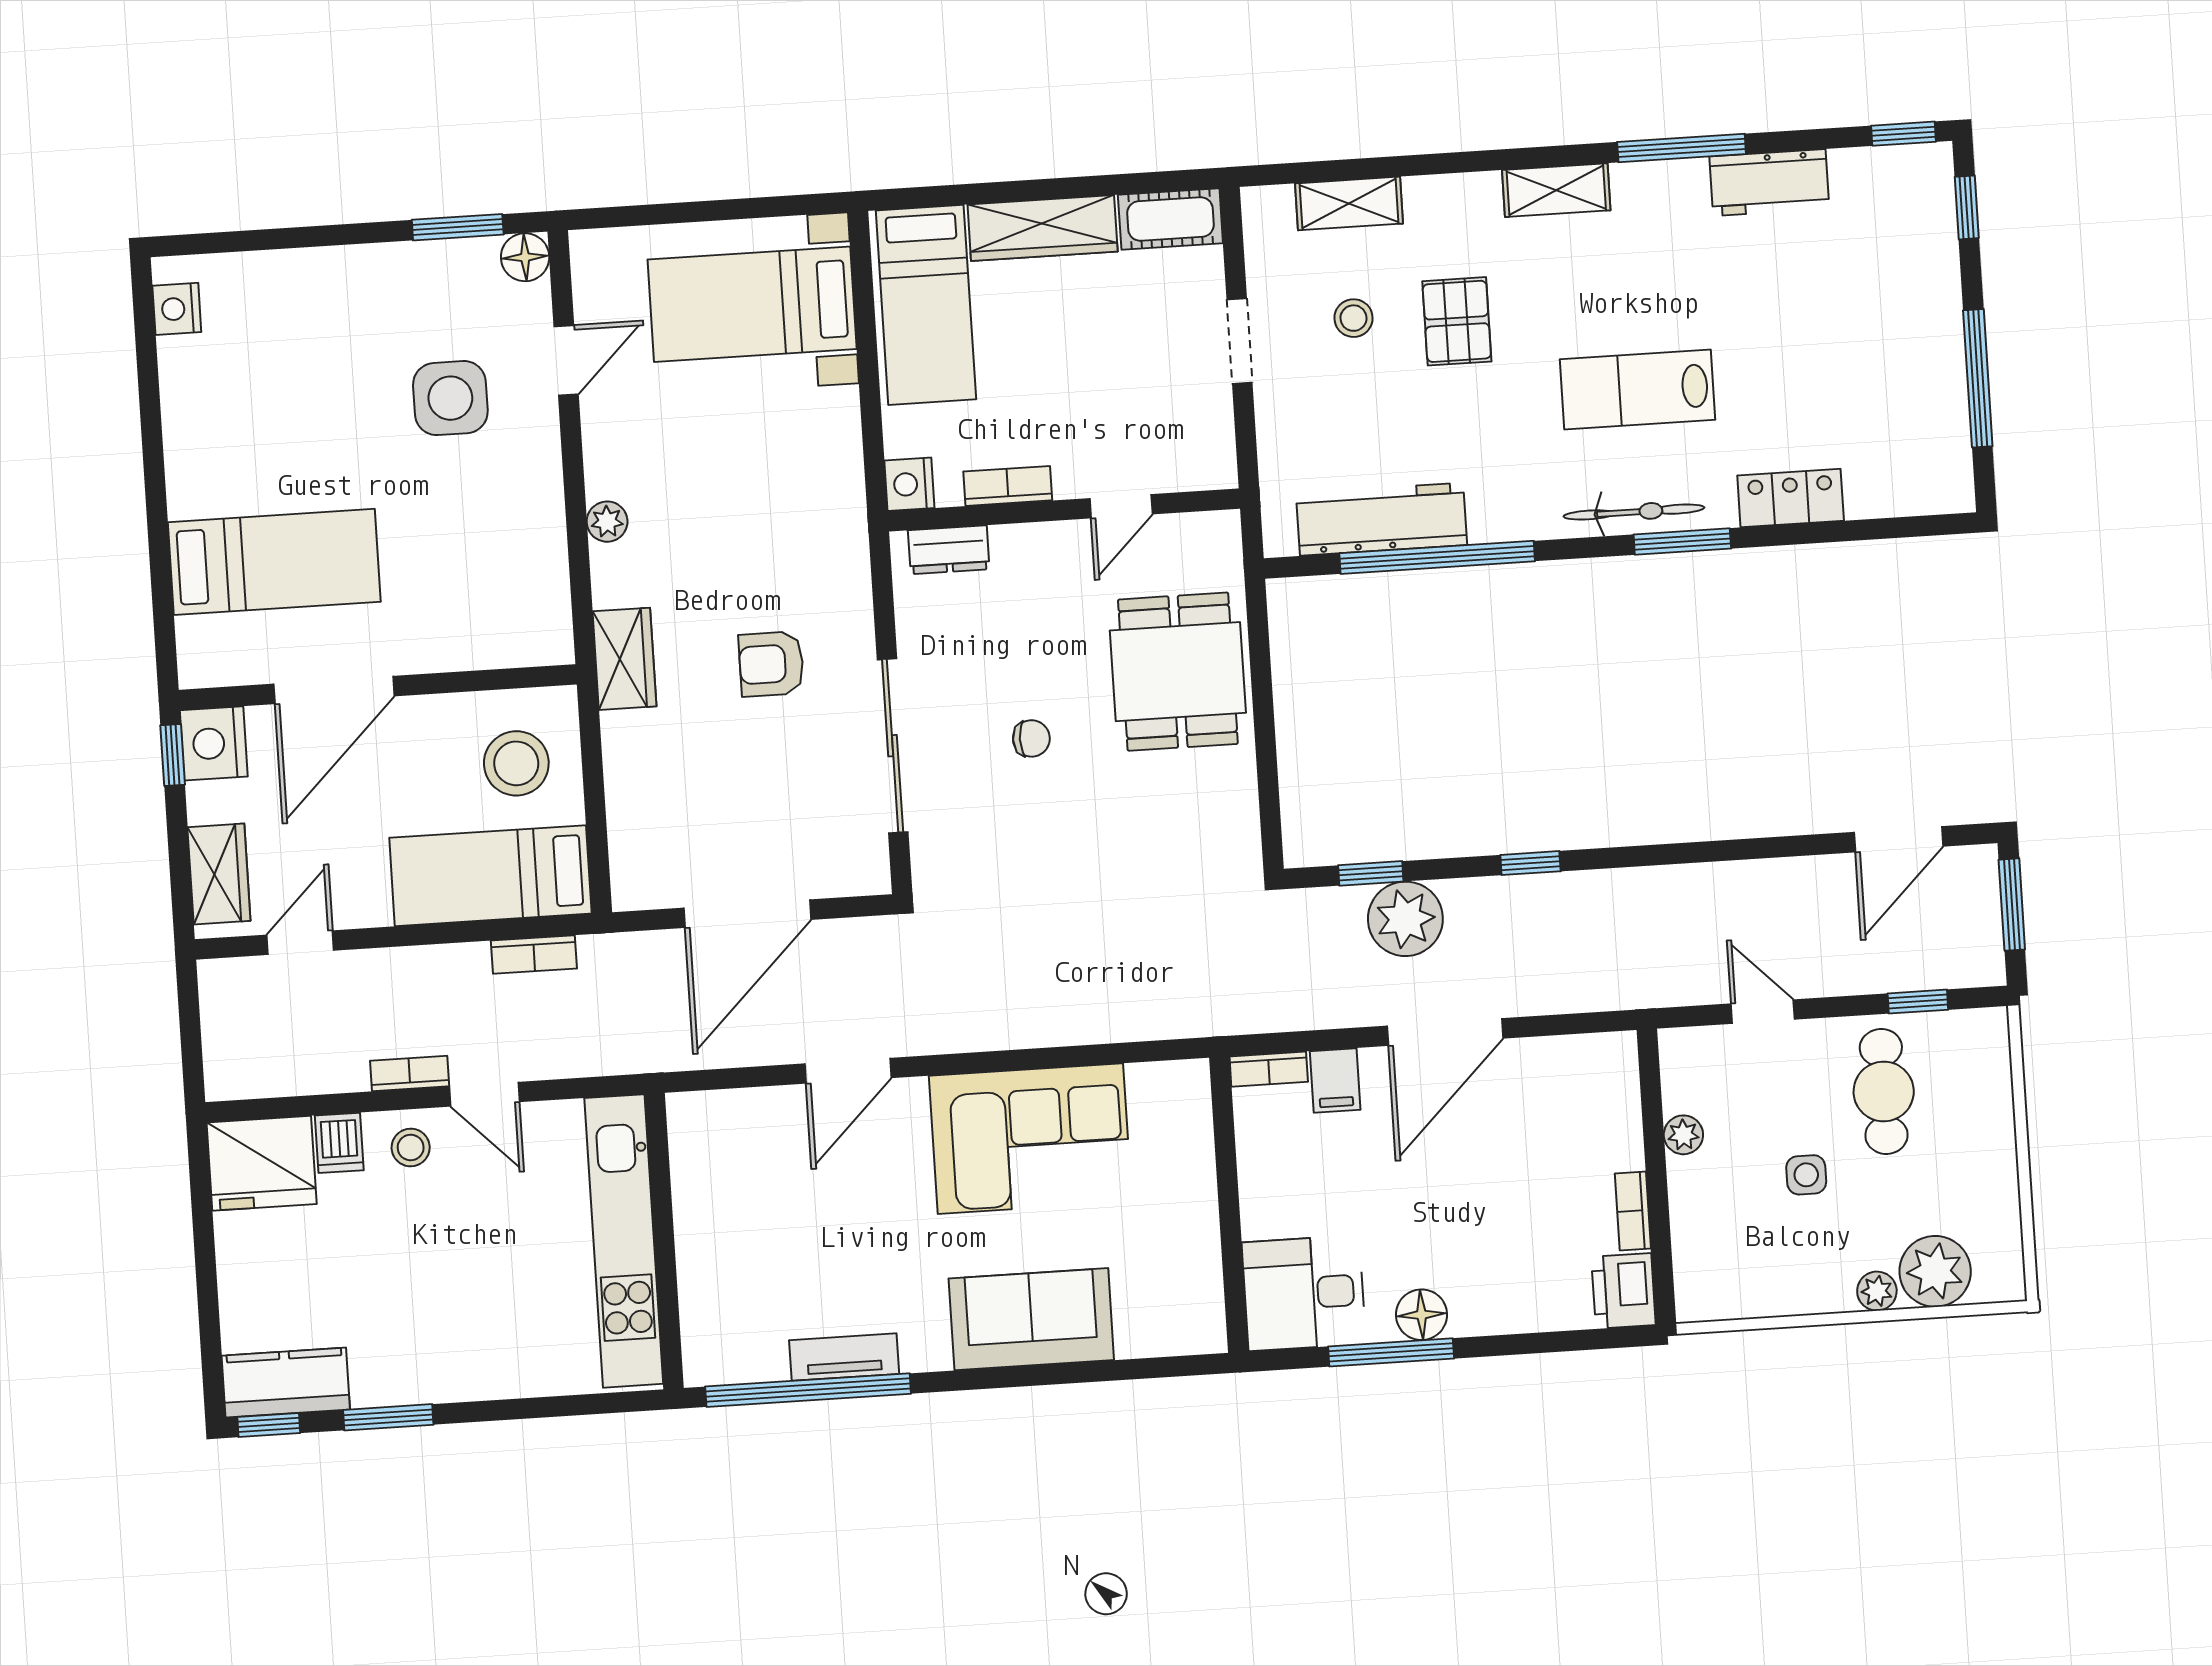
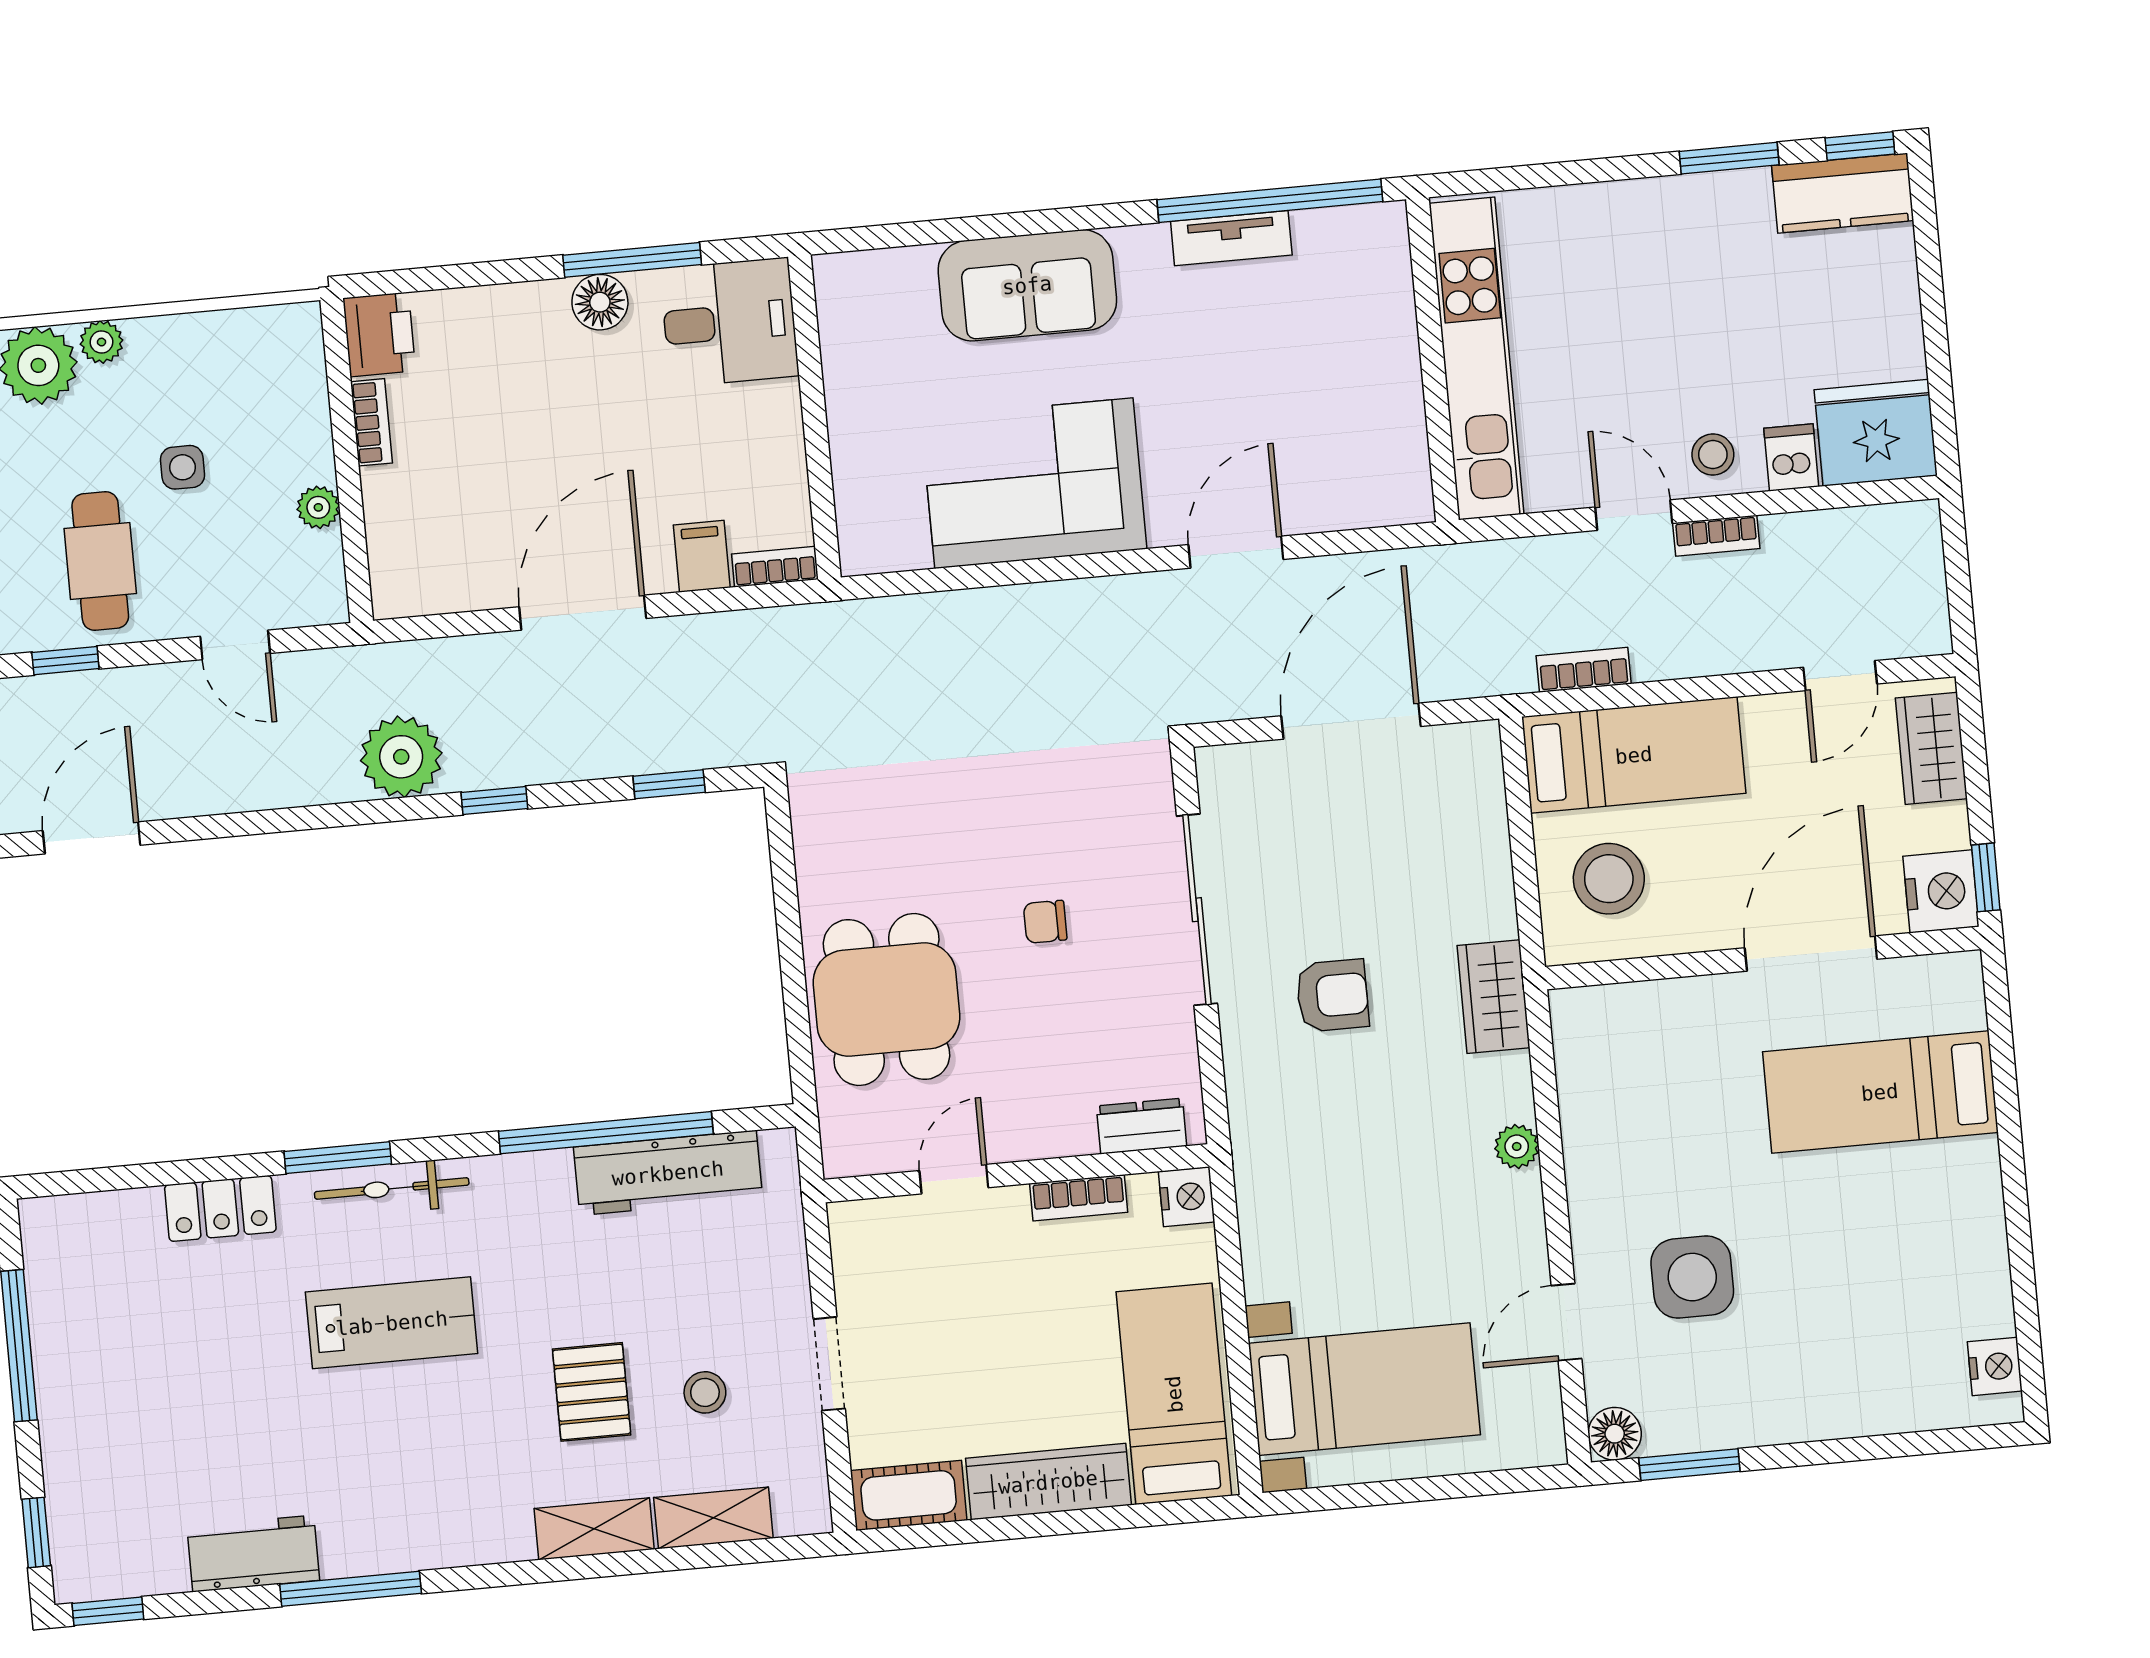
shelving: (1556, 190) -> (594, 1529), moved
plant: (1405, 919) -> (401, 757), moved

